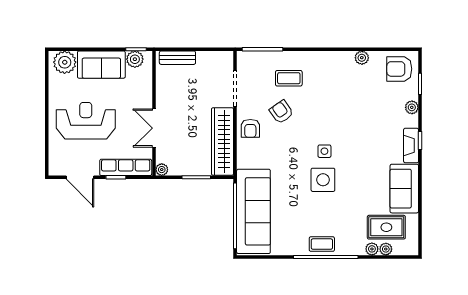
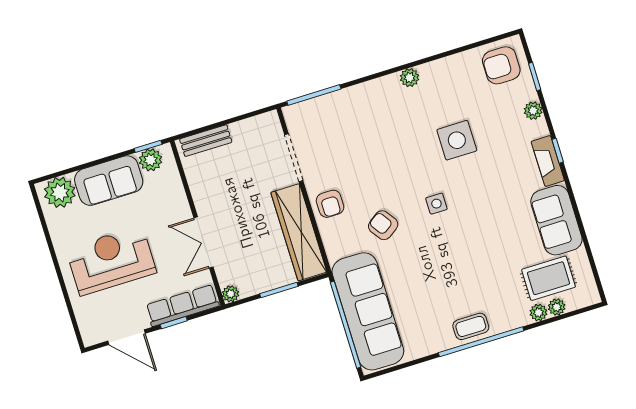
plant: (362, 58) -> (410, 78), moved
coffee table: (289, 78) -> (360, 122), removed
armchair: (281, 112) -> (383, 225), moved
side table: (323, 180) -> (457, 140), moved

